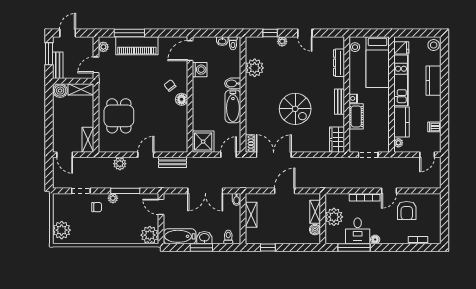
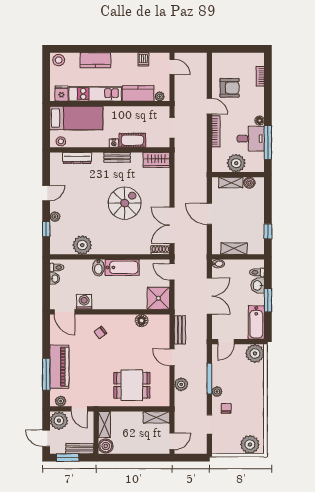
plant: (85, 45) -> (59, 421), added
floor lamp: (182, 99) -> (142, 321), moved
washbasin: (204, 238) -> (258, 285), moved

